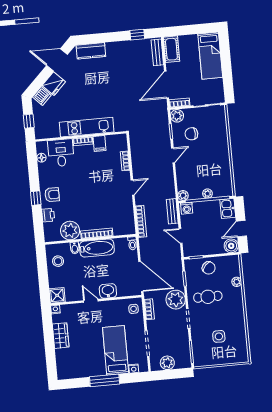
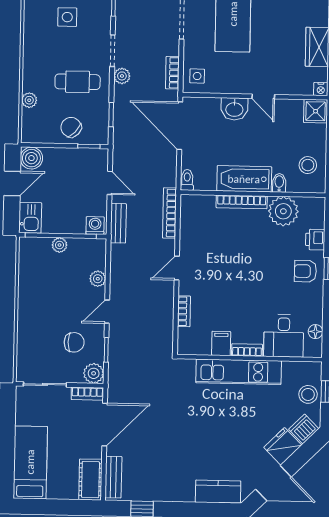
stool: (42, 118) -> (308, 394), added
plant: (183, 195) -> (98, 279), moved
plant: (176, 300) -> (122, 76), width x0.53, depth x0.53

